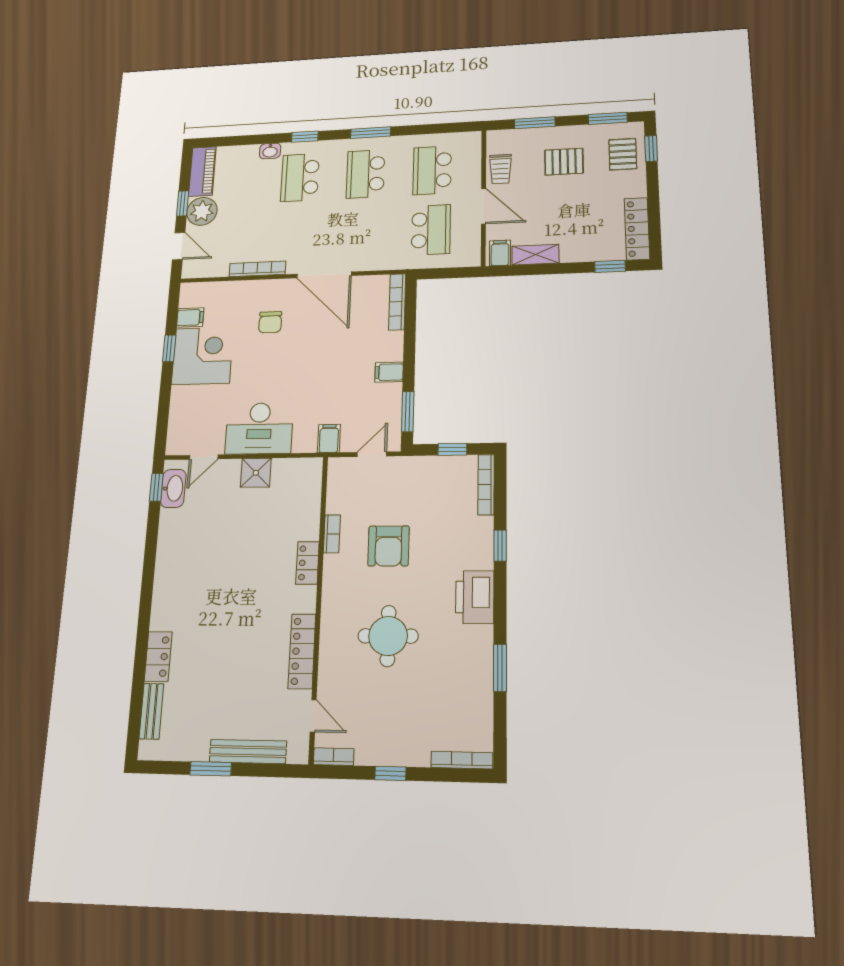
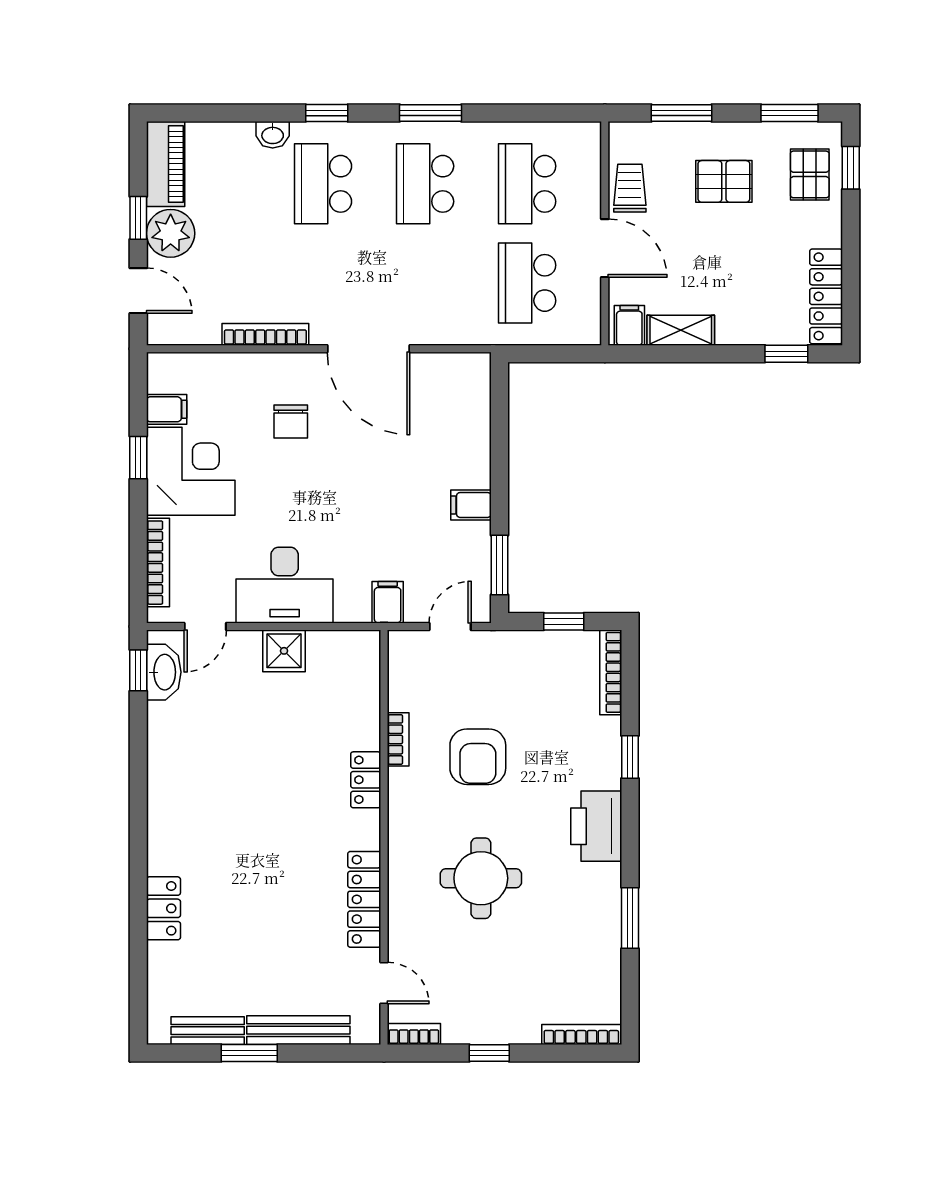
trolley: (500, 169) -> (630, 188), turned 180
school desk: (431, 230) -> (527, 283), turned 180
bookcase: (397, 302) -> (158, 563), moved, turned 180
bench: (151, 711) -> (208, 1031), moved, turned 90

